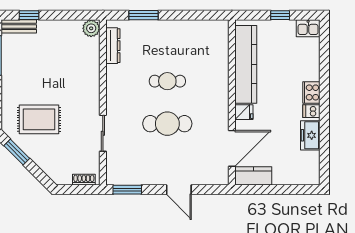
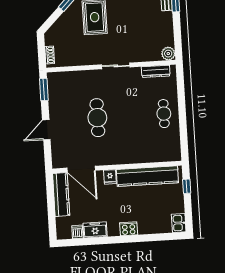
window: (143, 15) -> (181, 94), removed
window: (280, 15) -> (187, 186), moved
cafe table: (167, 81) -> (164, 114), moved
dishwasher: (311, 111) -> (77, 232), moved
sliding door: (103, 133) -> (116, 66), moved
kitchen counter: (253, 176) -> (61, 195), width x1.50

